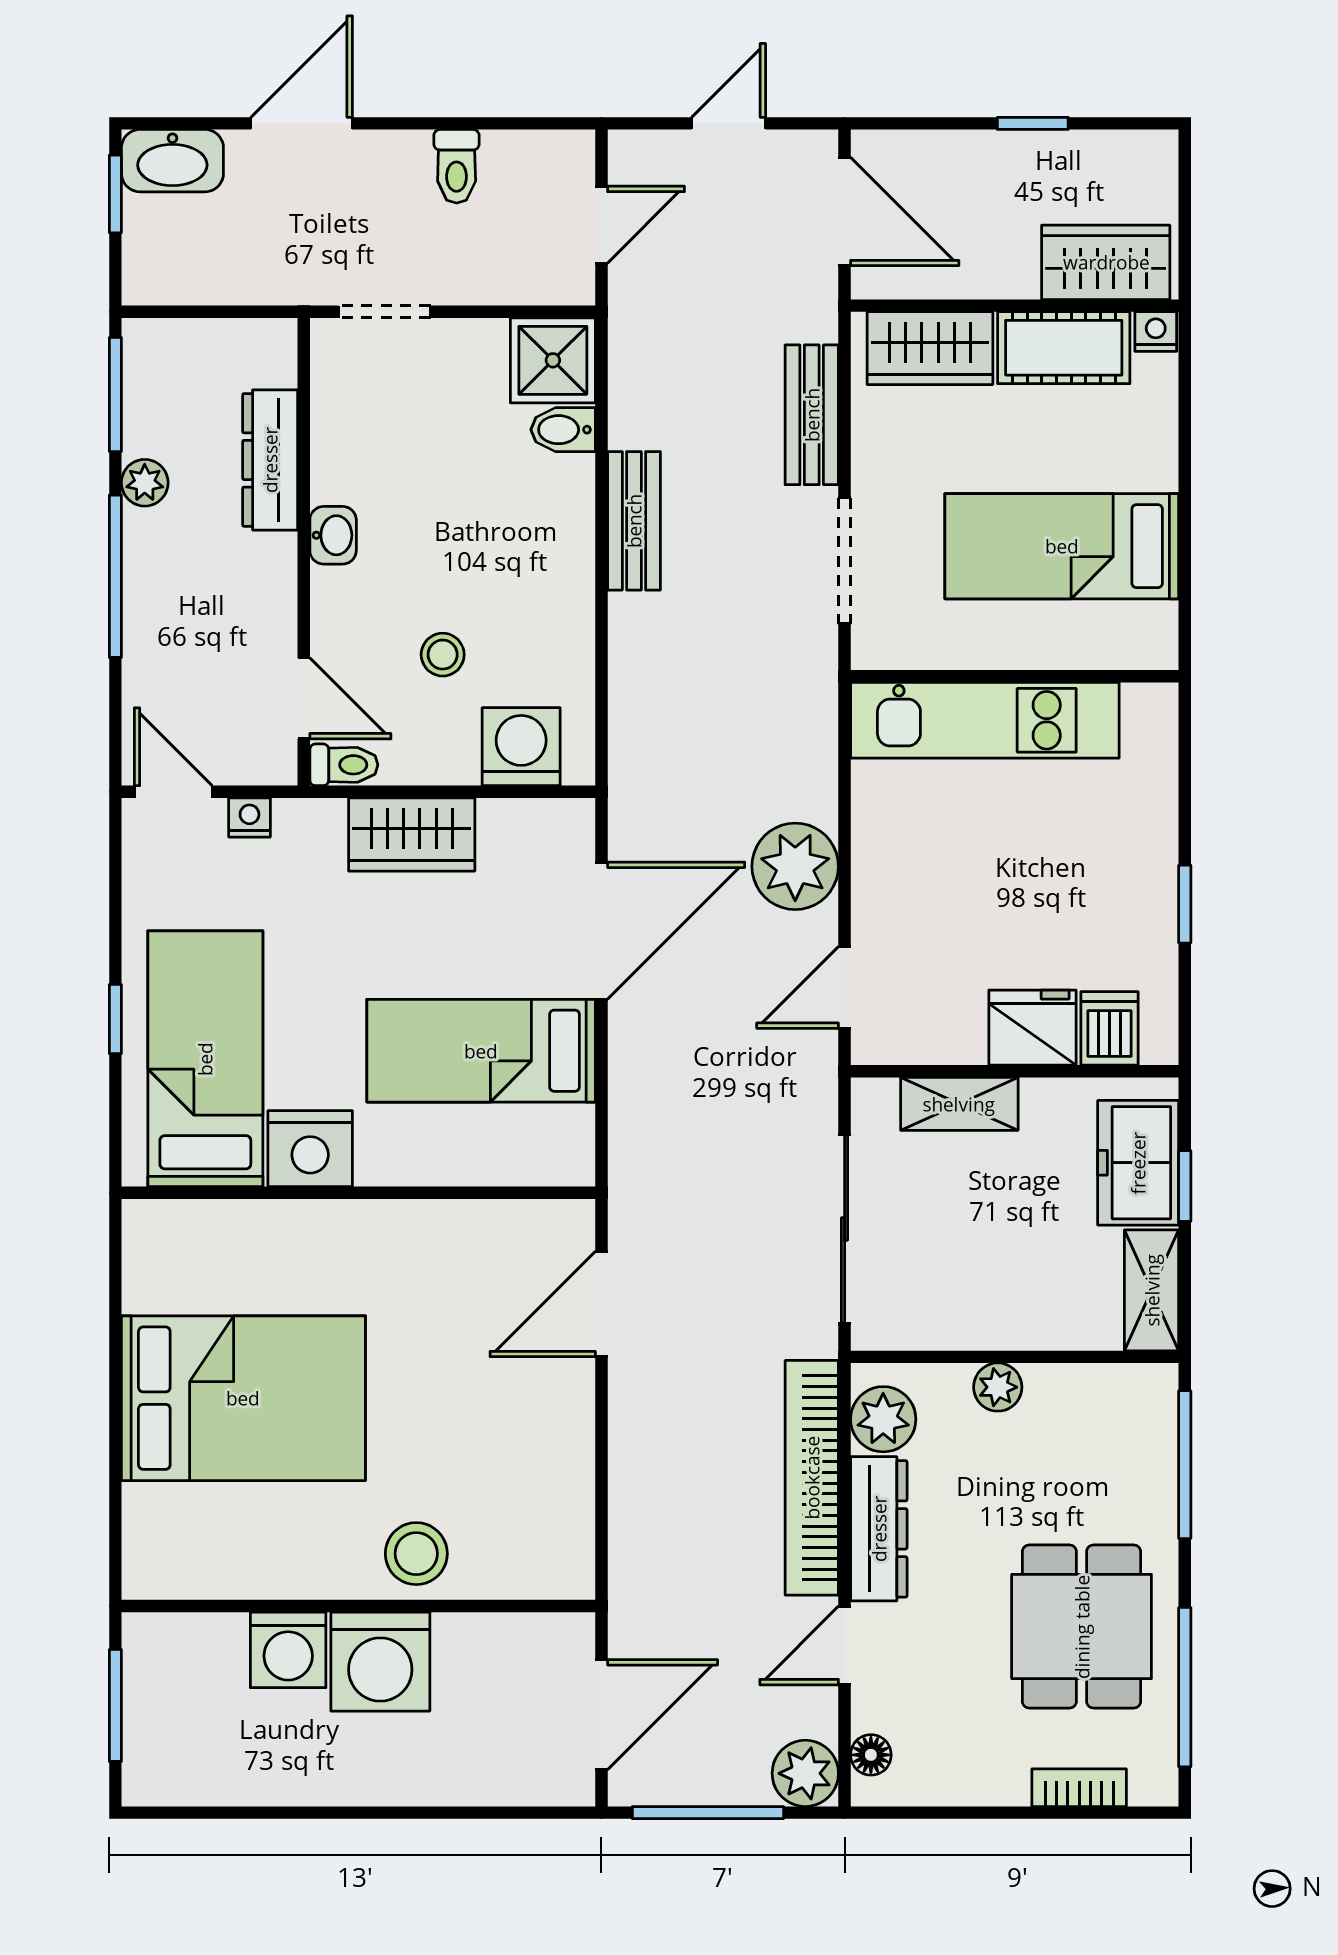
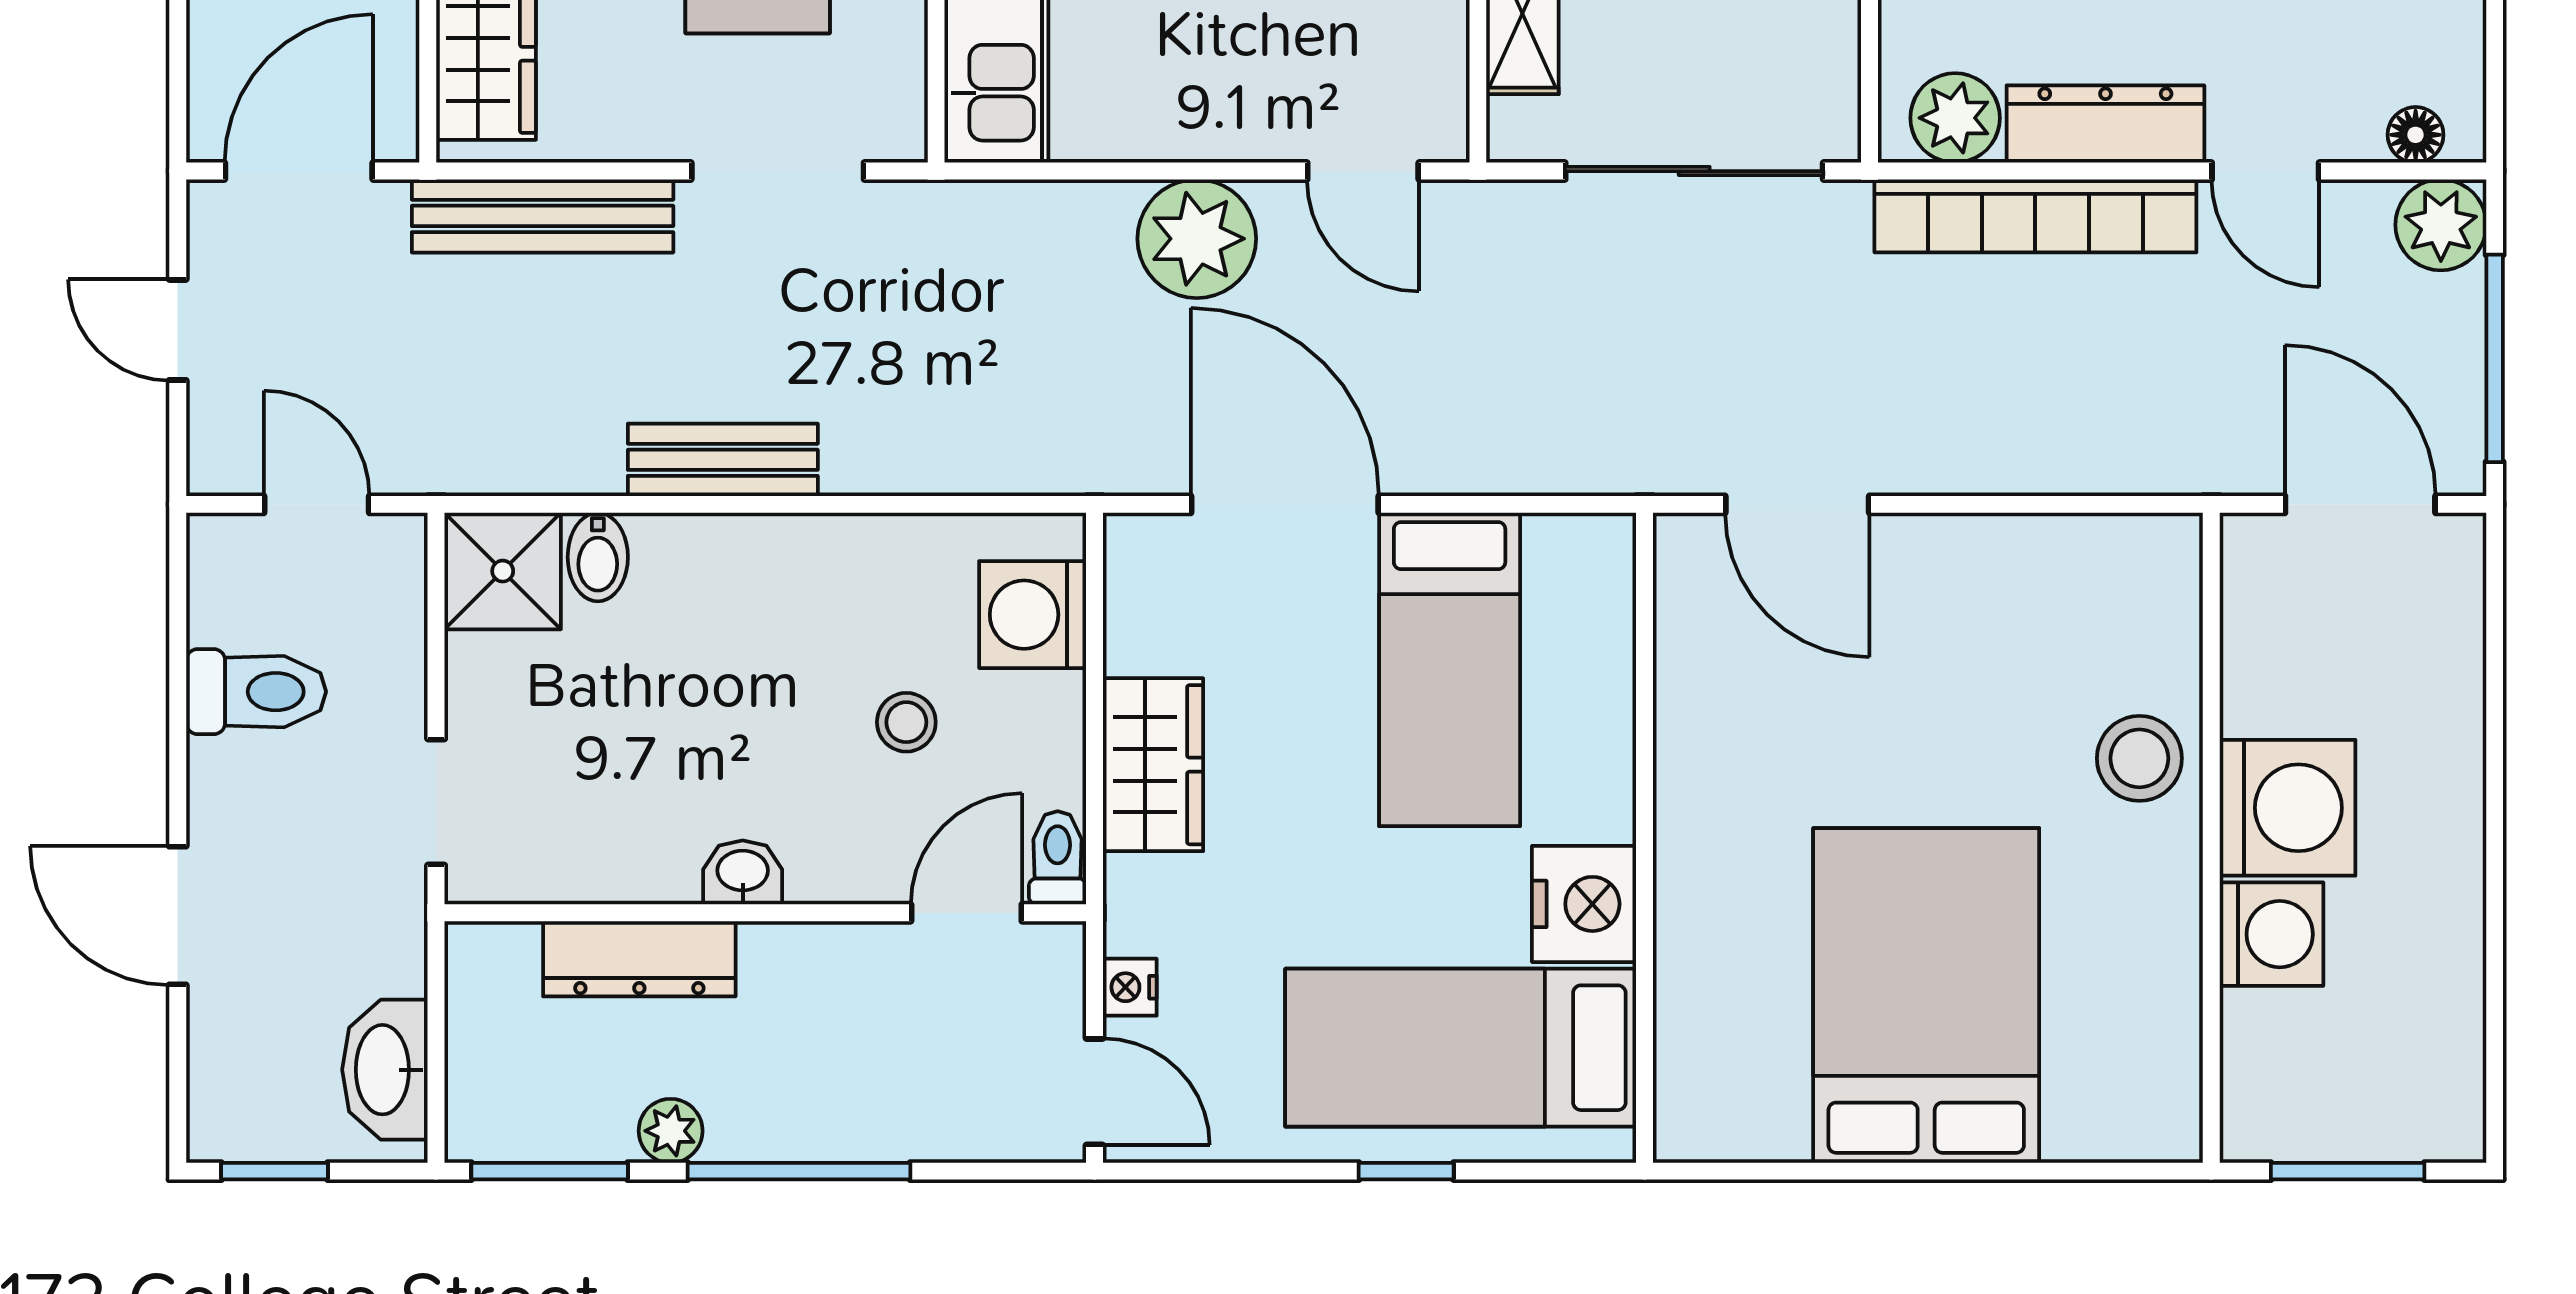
washbasin: (172, 161) -> (385, 1070), moved, turned 180
toilet: (457, 166) -> (256, 692), width x1.37, depth x1.39
bench: (812, 415) -> (543, 216), width x1.36
door: (173, 792) -> (1094, 1092), swing flipped

